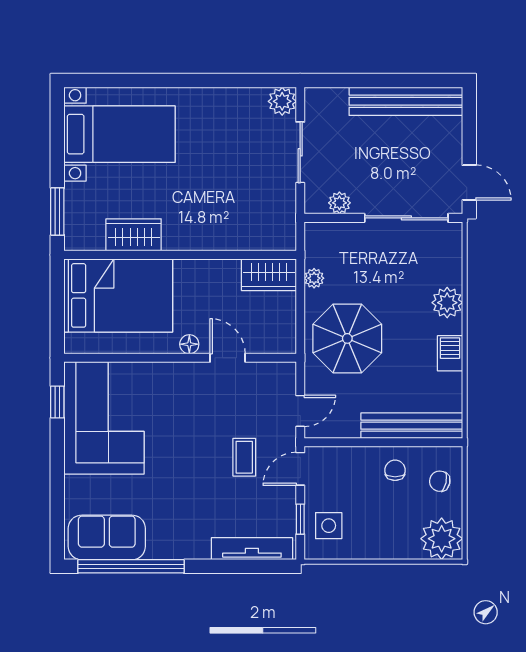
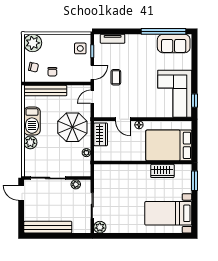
wardrobe: (269, 275) -> (101, 134), moved, turned 90
barbecue: (450, 353) -> (32, 121), width x1.88, depth x1.53
tv unit: (252, 549) -> (113, 39), width x0.71

